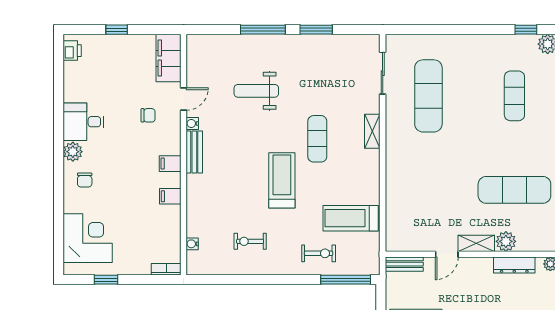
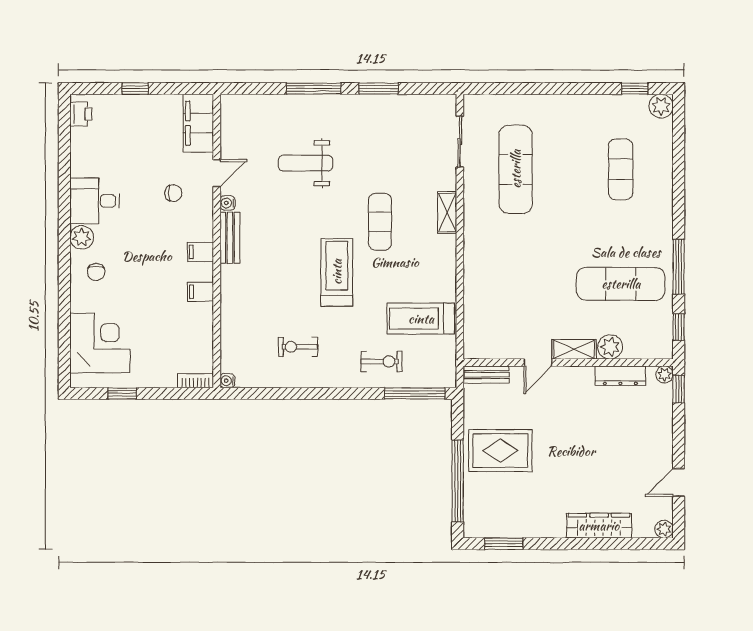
water cooler: (192, 244) -> (227, 381), moved

